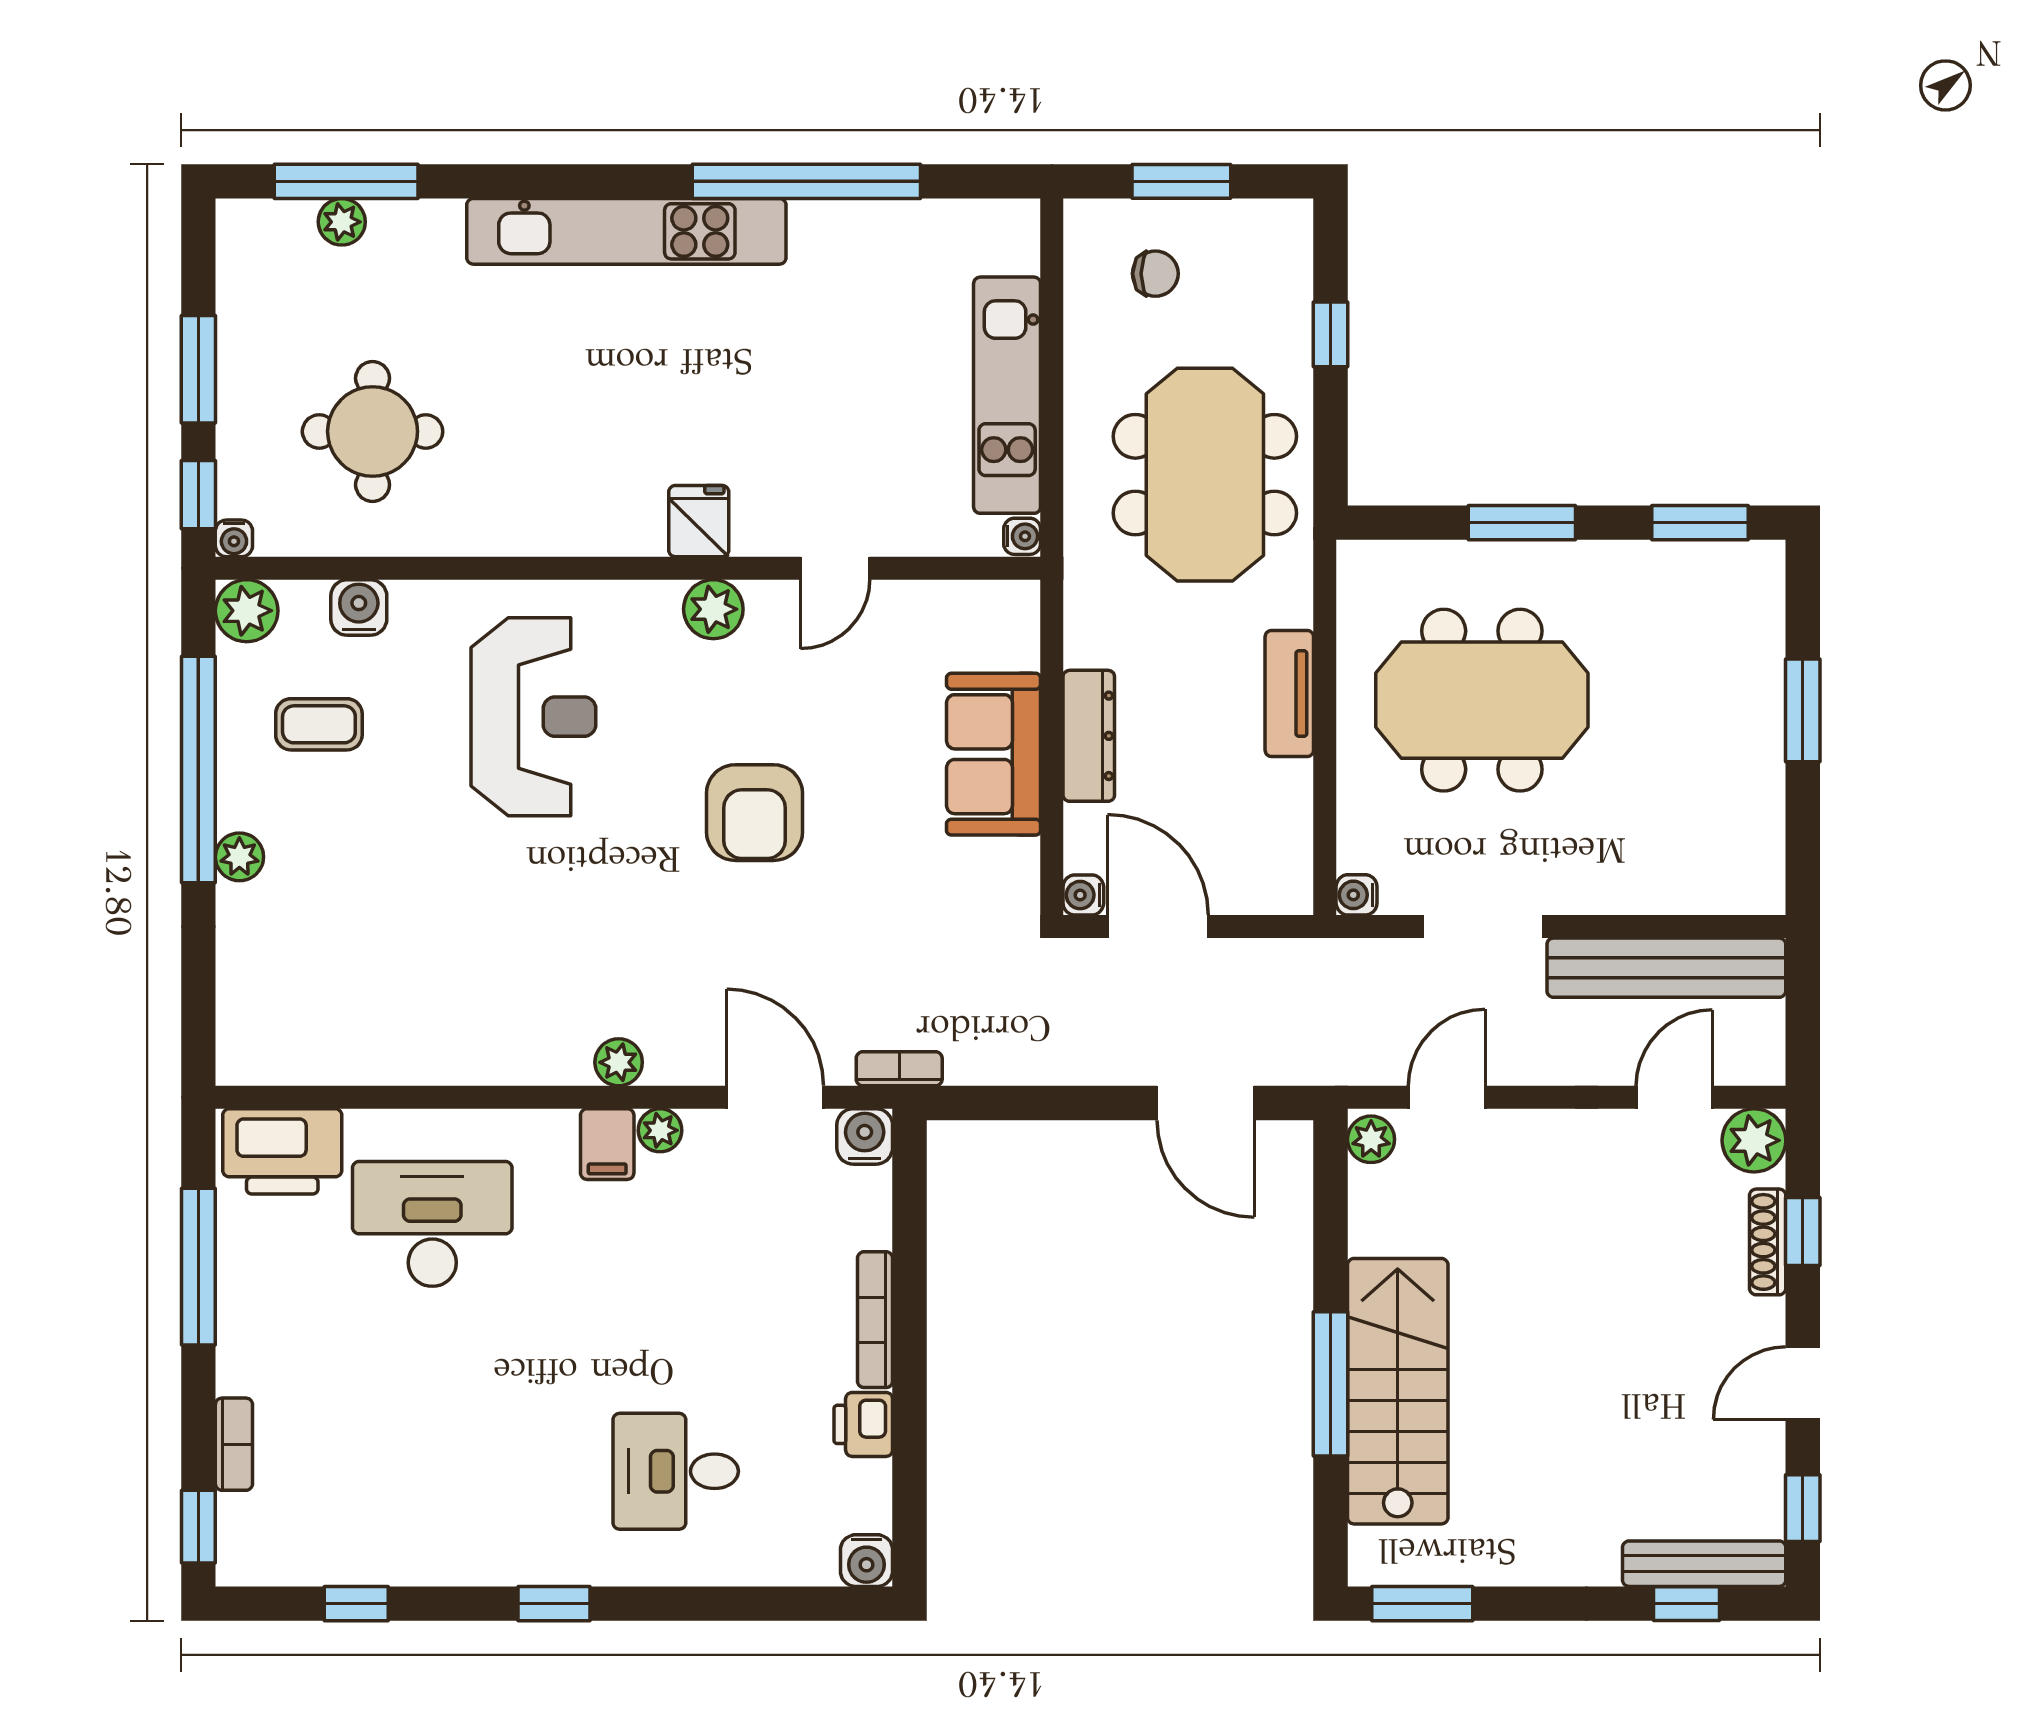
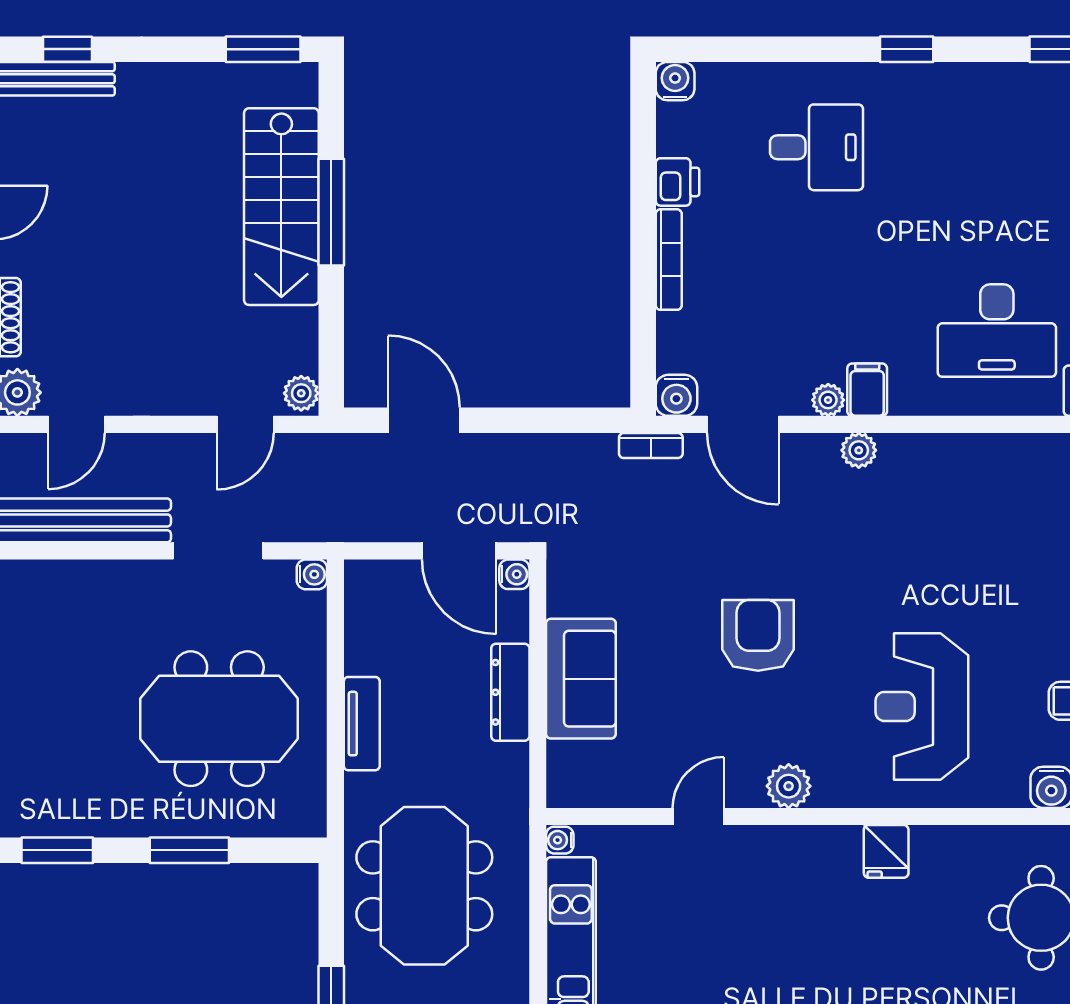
fridge: (699, 521) -> (886, 851), moved

